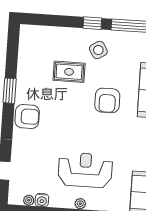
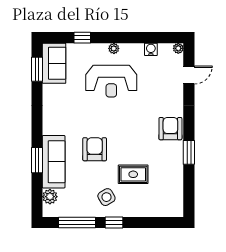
armchair: (27, 116) -> (170, 129), turned 90
plant: (29, 200) -> (178, 48), moved

